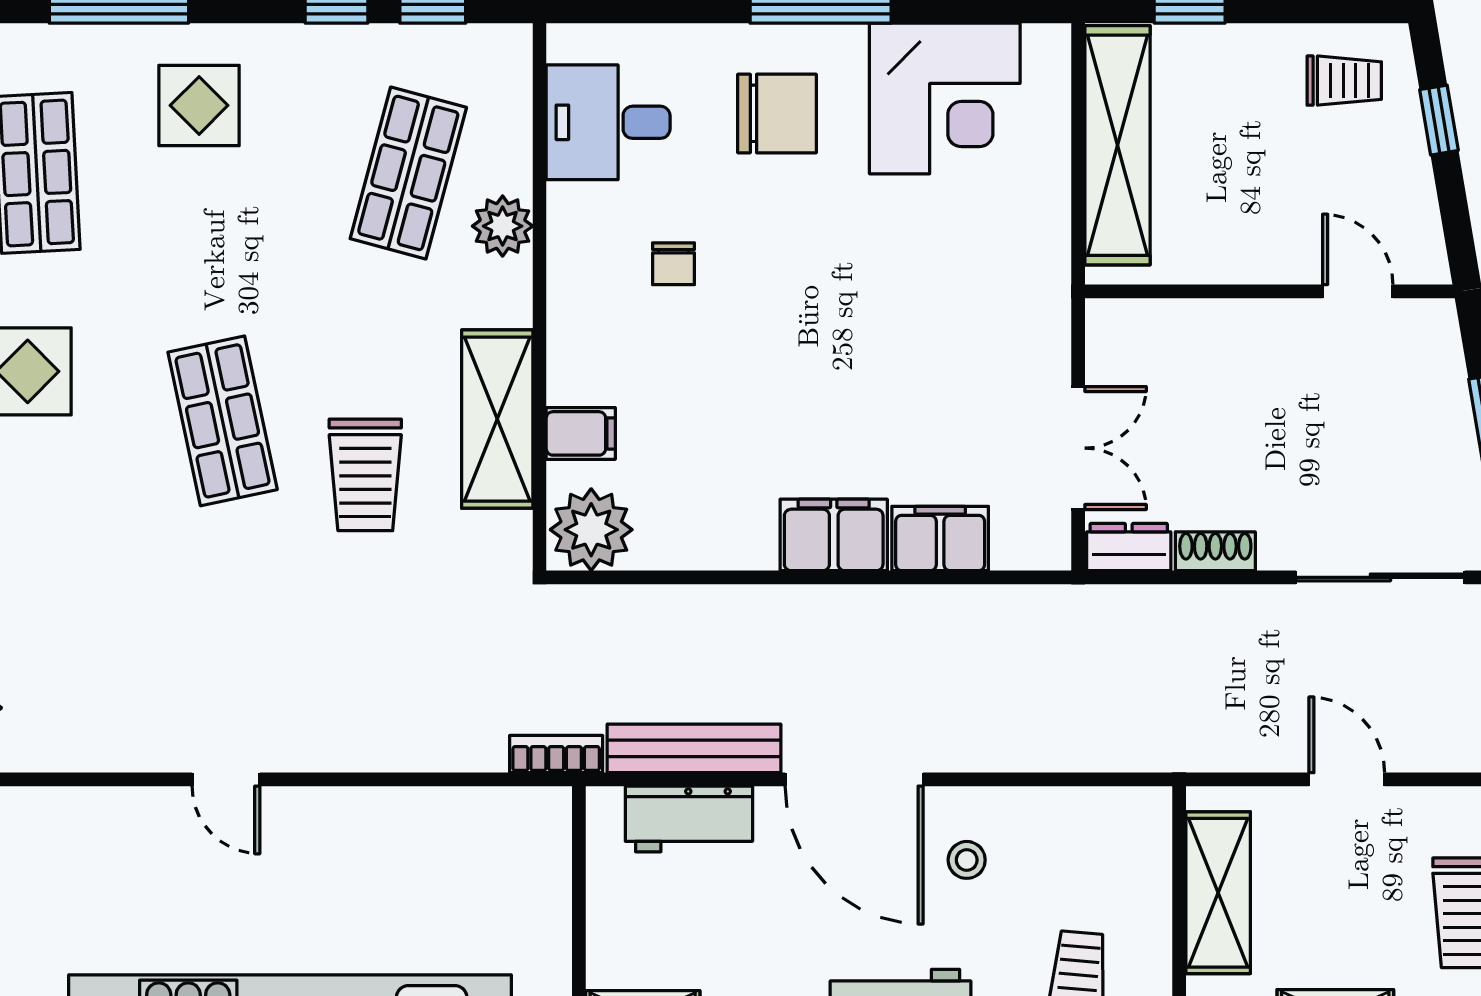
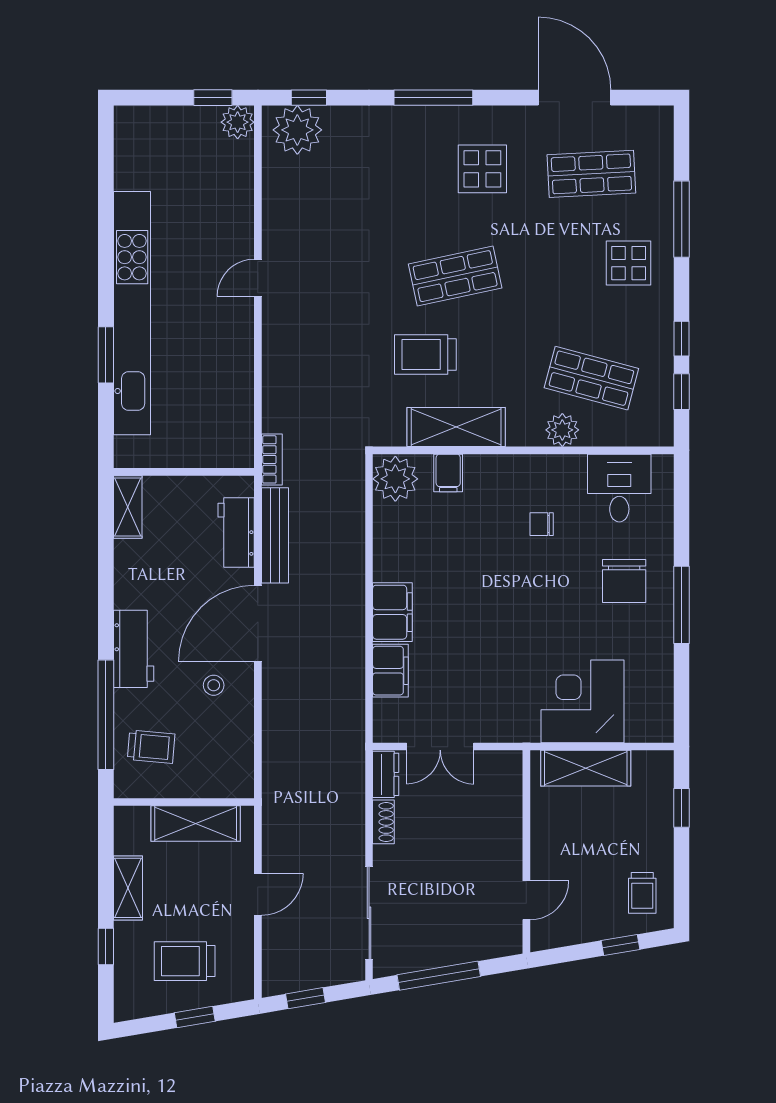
corner desk: (945, 98) -> (583, 701), moved, turned 90
shelving: (1117, 145) -> (586, 768), width x0.68

